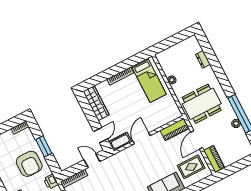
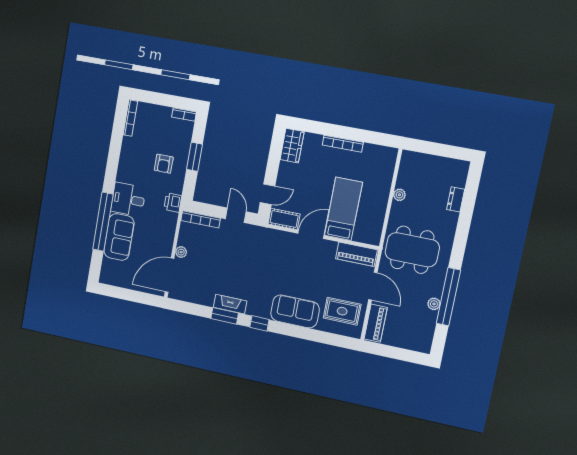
bed: (149, 80) -> (343, 209), moved, turned 180
wardrobe: (96, 103) -> (292, 146), width x0.67
door: (197, 140) -> (373, 286), swing flipped
armchair: (29, 164) -> (164, 164), width x0.53, depth x0.53

